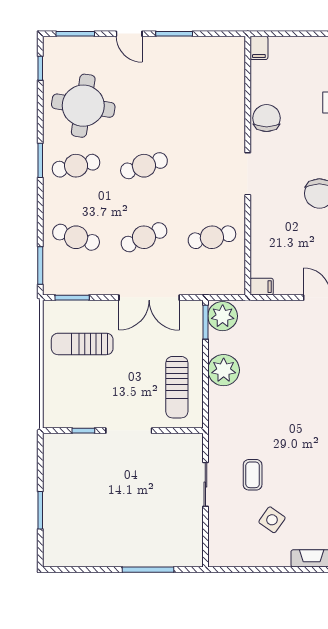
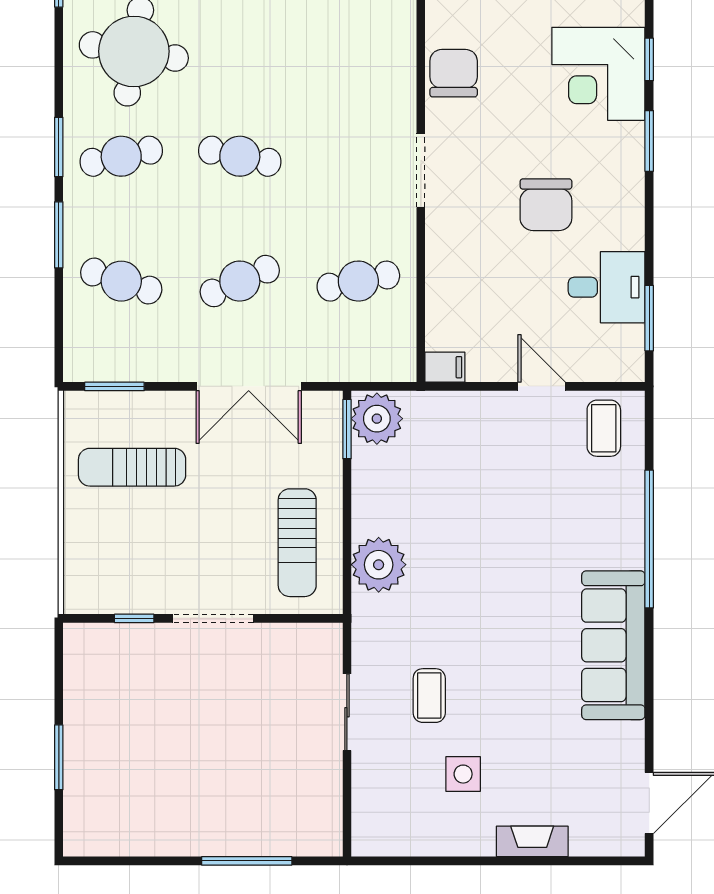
cafe table: (144, 166) -> (240, 156), turned 30
window: (40, 266) -> (59, 235), moved
plant: (224, 370) -> (379, 565), moved
side table: (272, 520) -> (463, 774), turned -35

